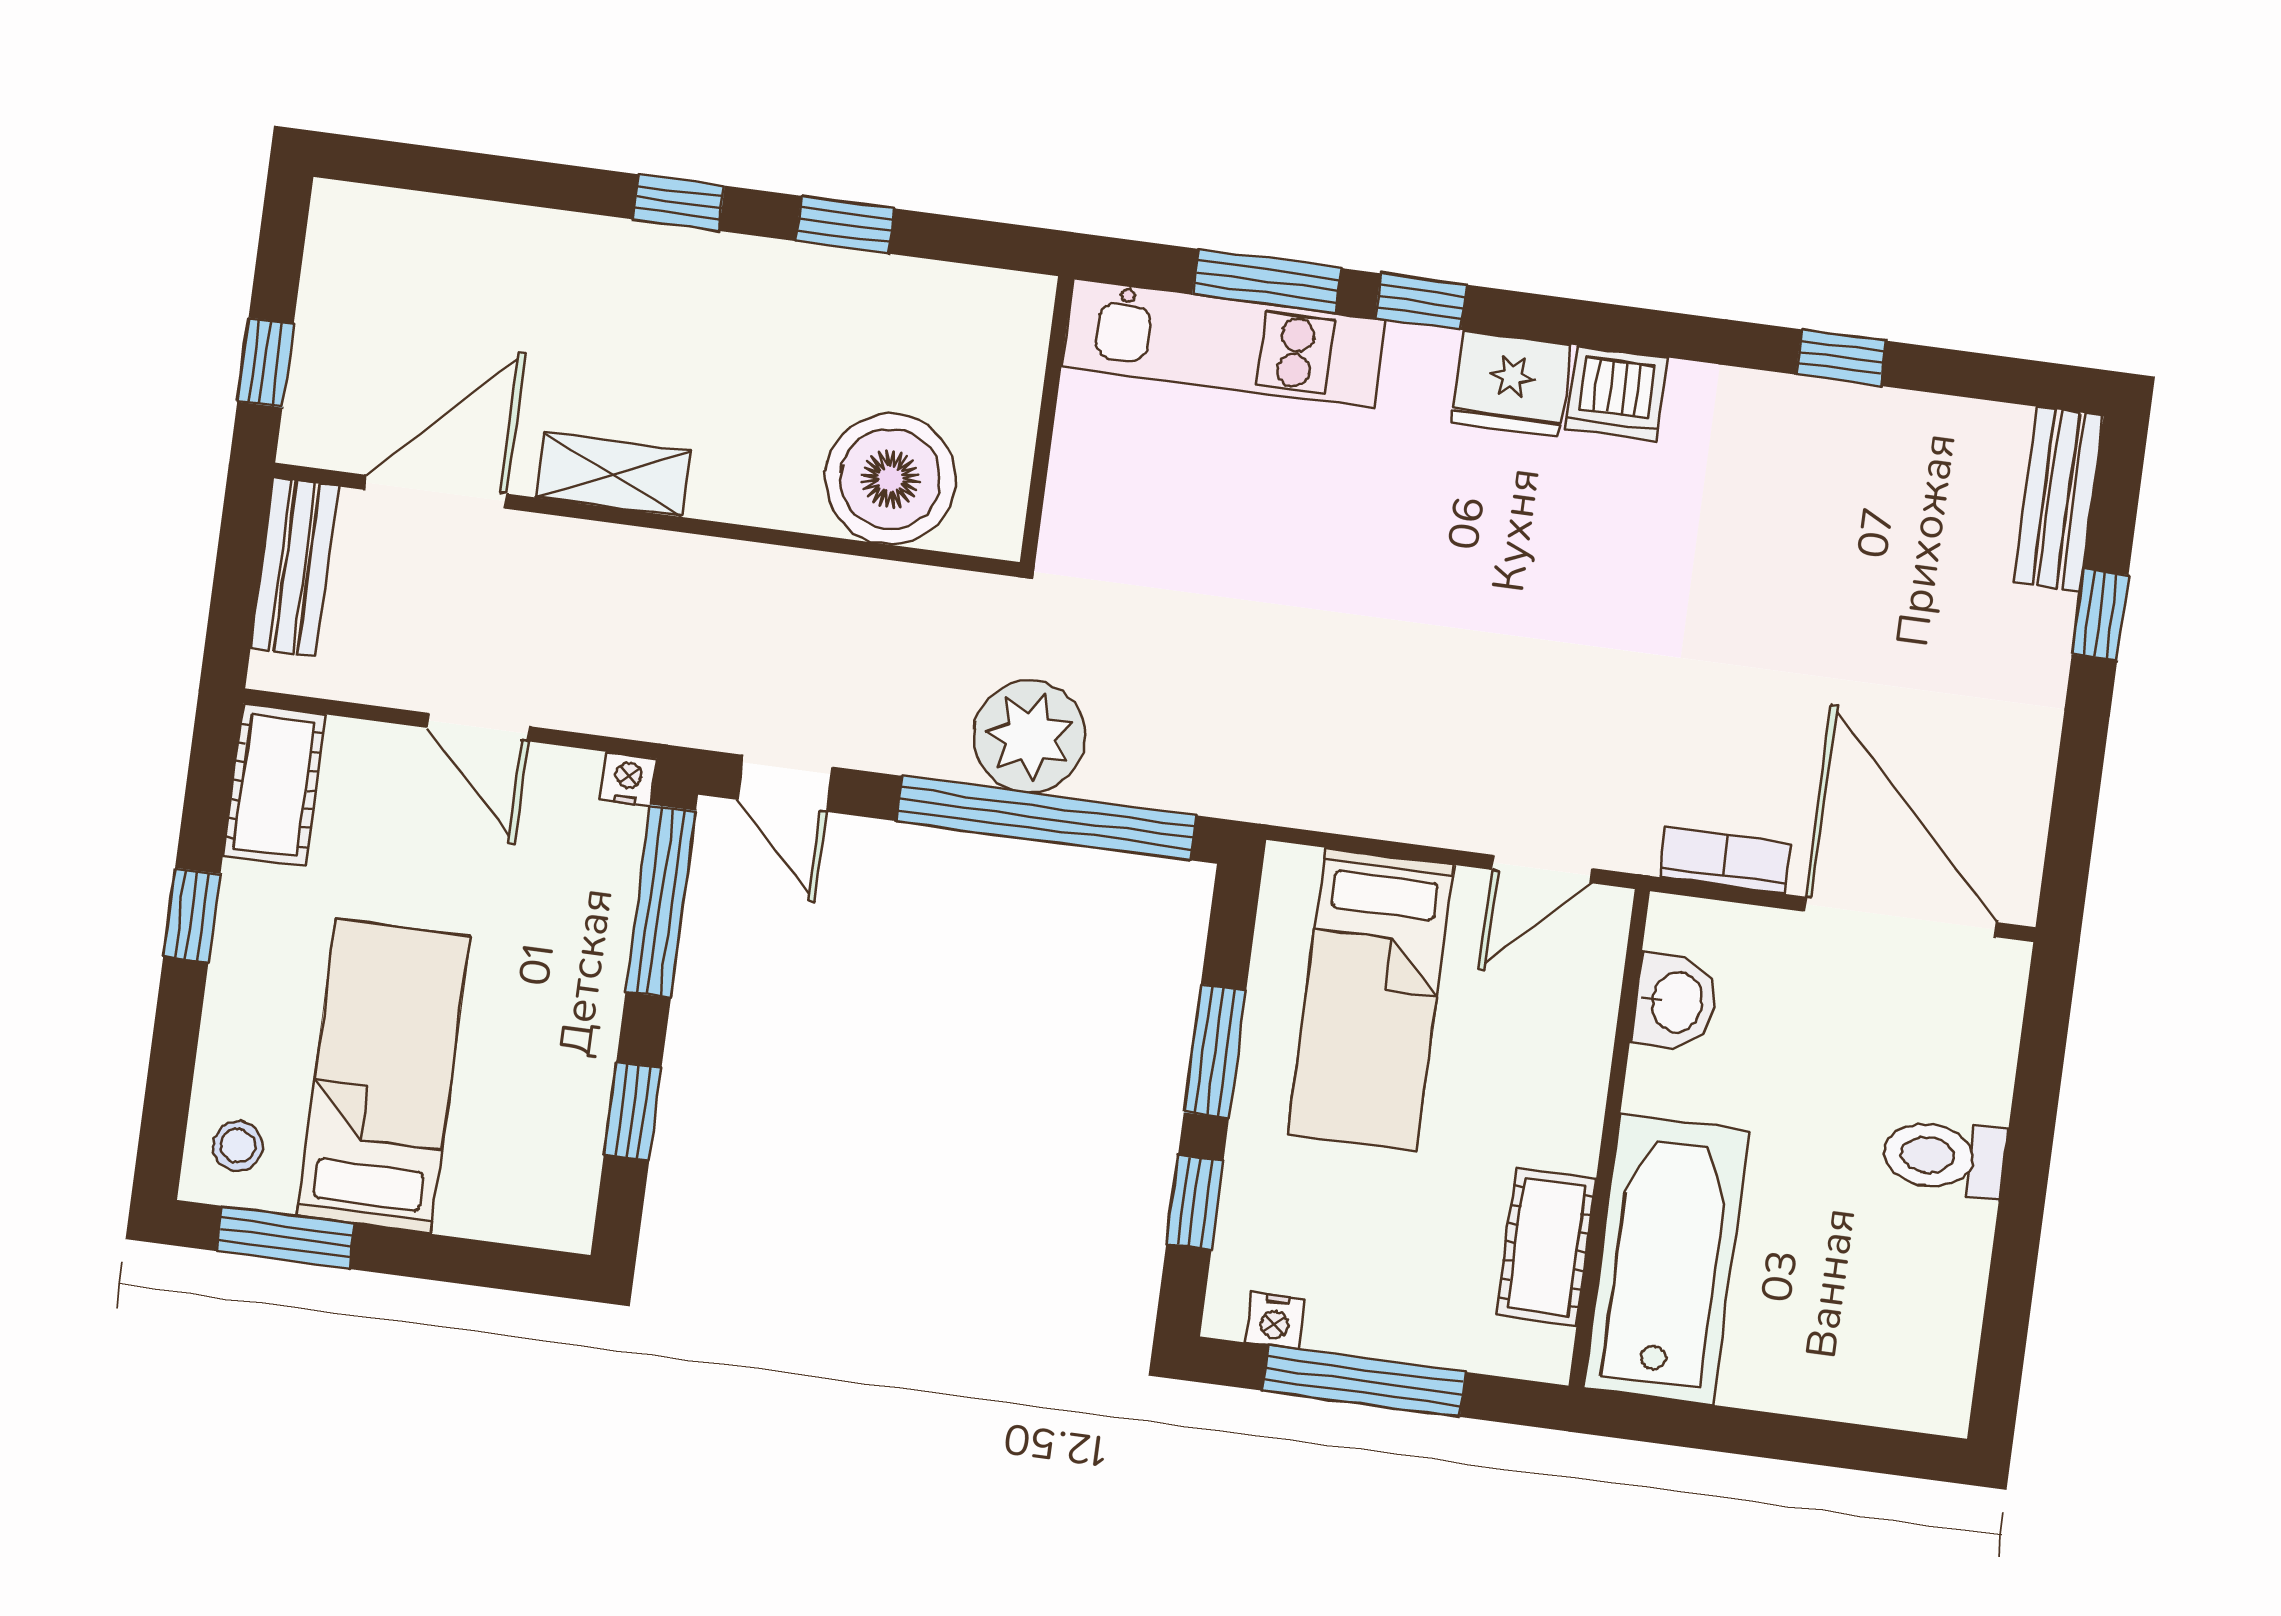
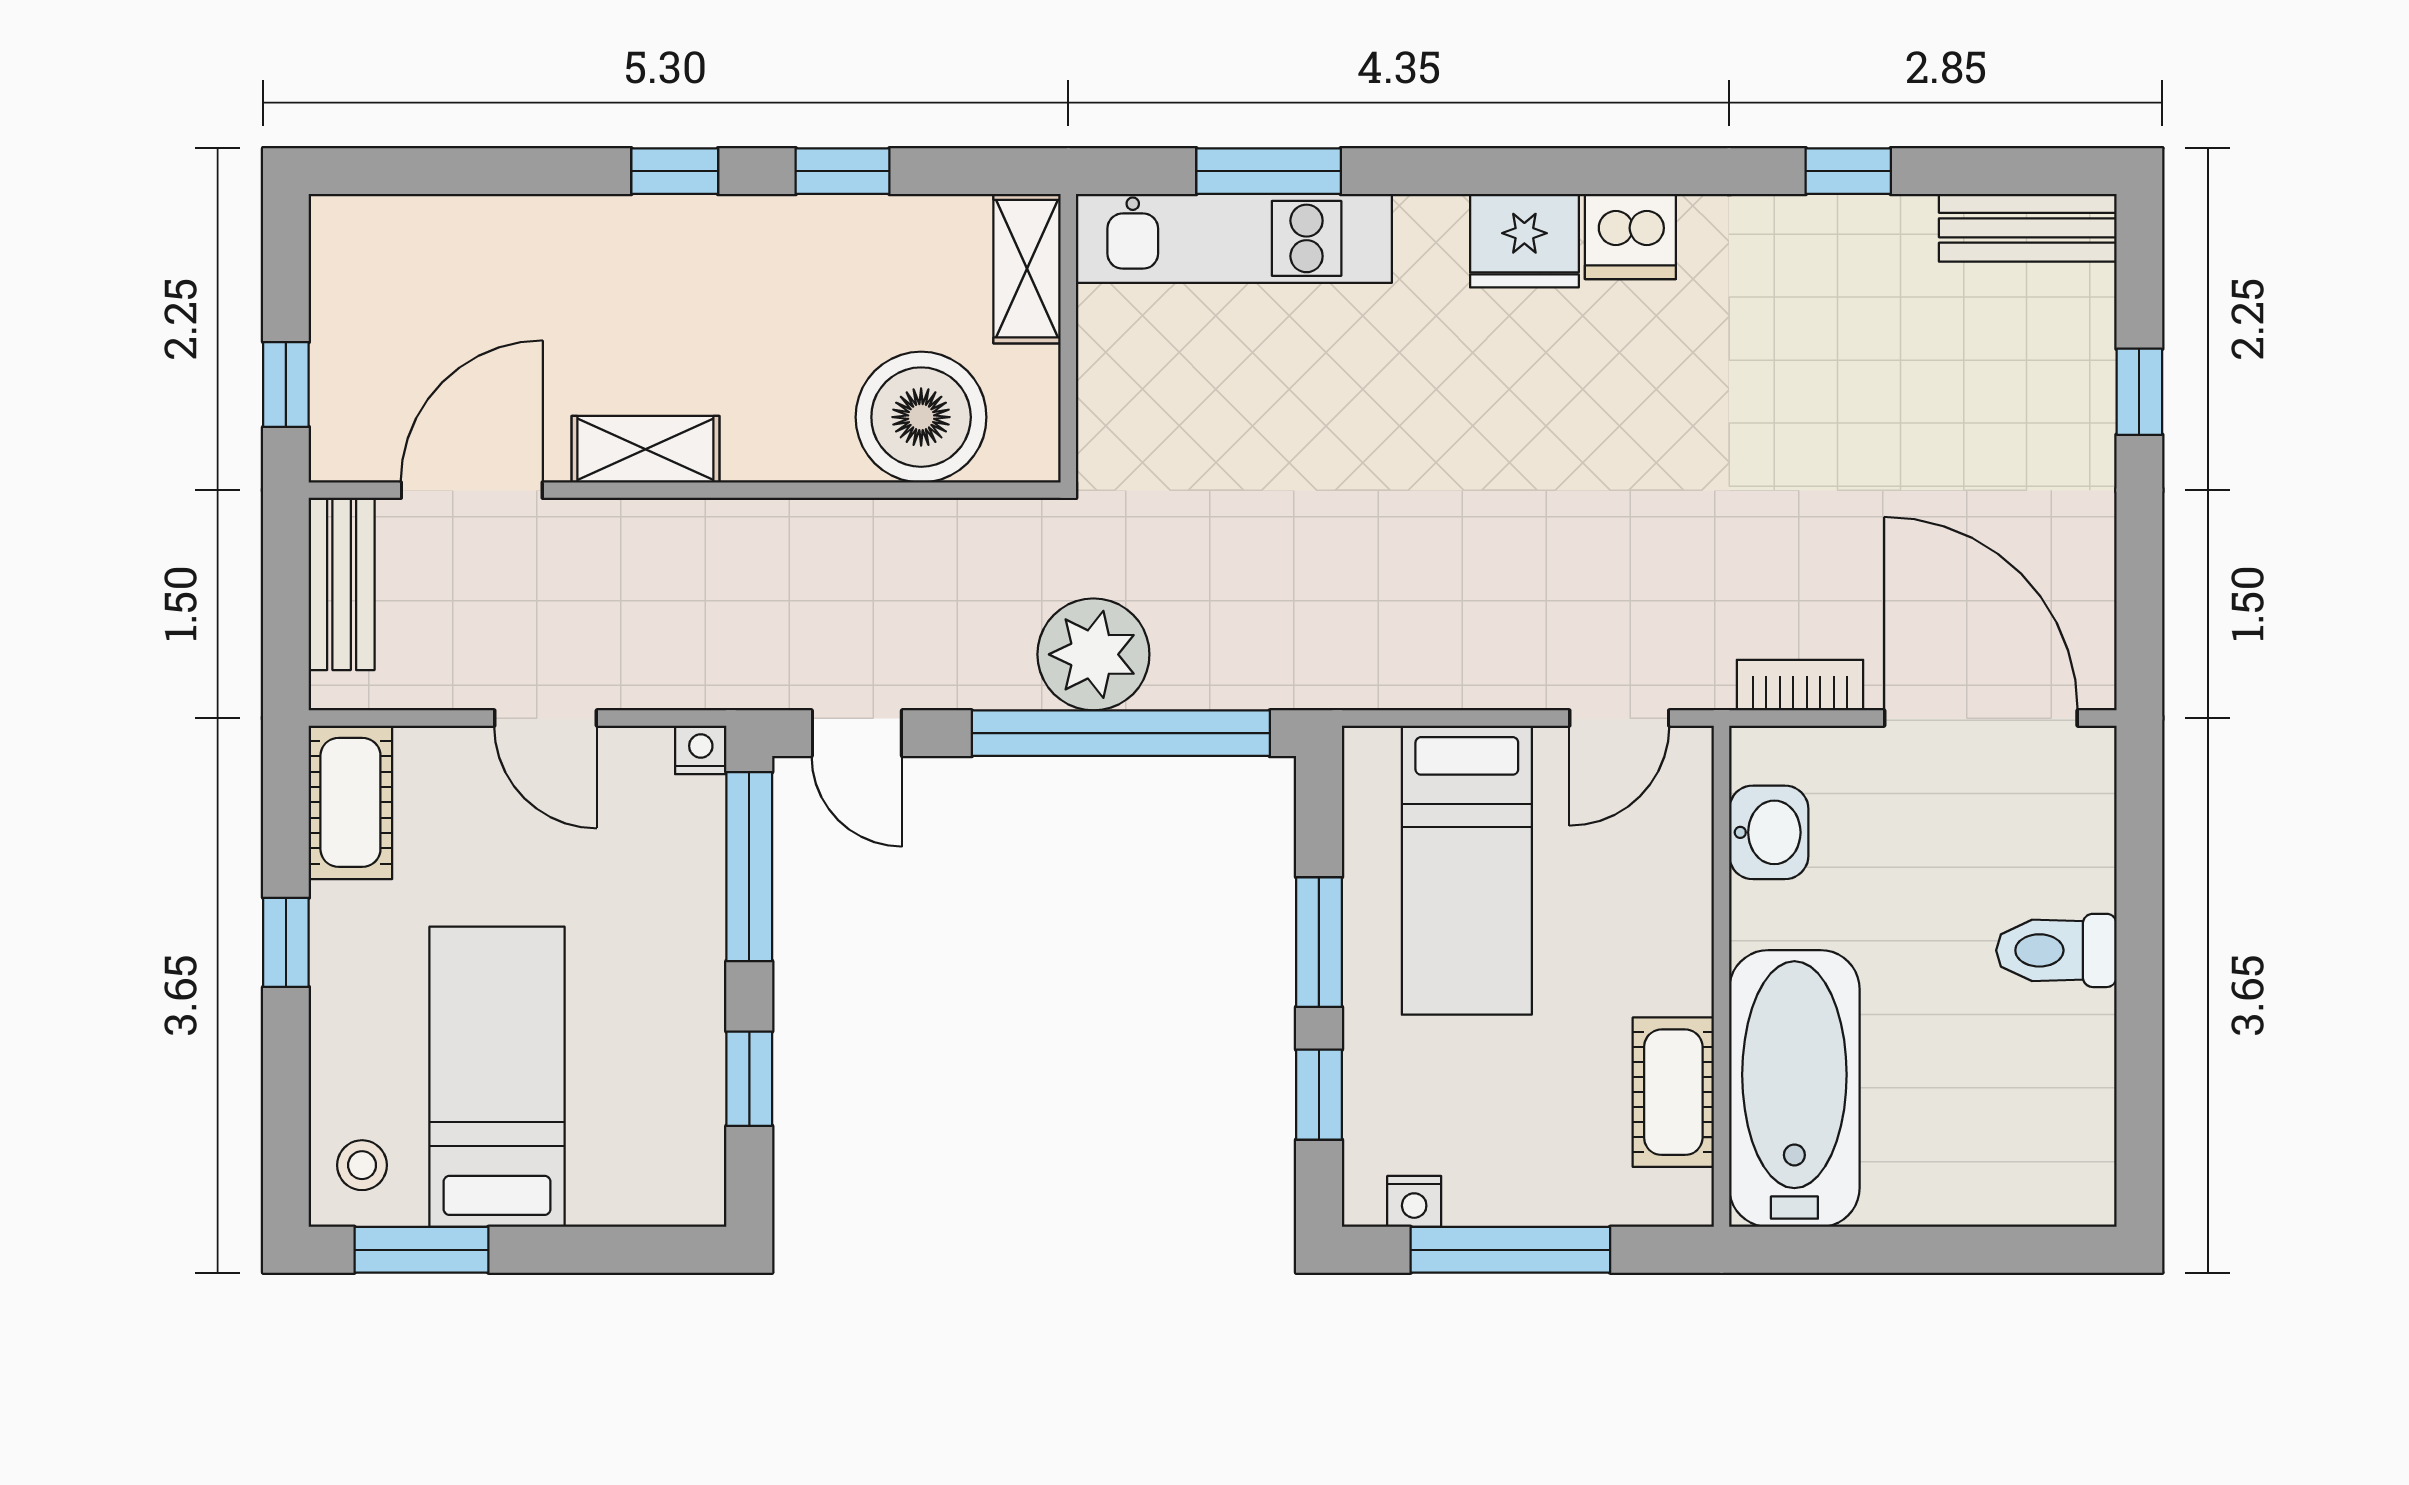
window: (1421, 302) -> (1424, 171), removed
shelving: (1015, 346) -> (1027, 269), added
bench: (2058, 499) -> (2028, 228), moved, turned 90

